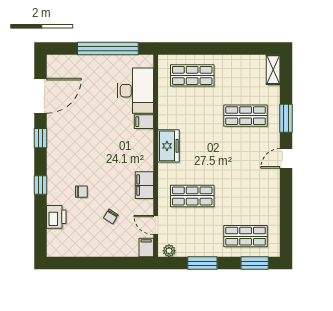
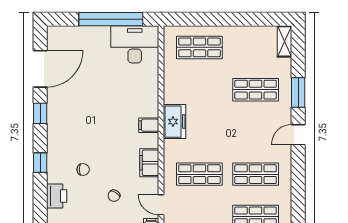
desk: (135, 91) -> (135, 44), moved, turned -90
filing cabinet: (144, 122) -> (149, 125), moved
shop shelf: (246, 196) -> (256, 174), added

